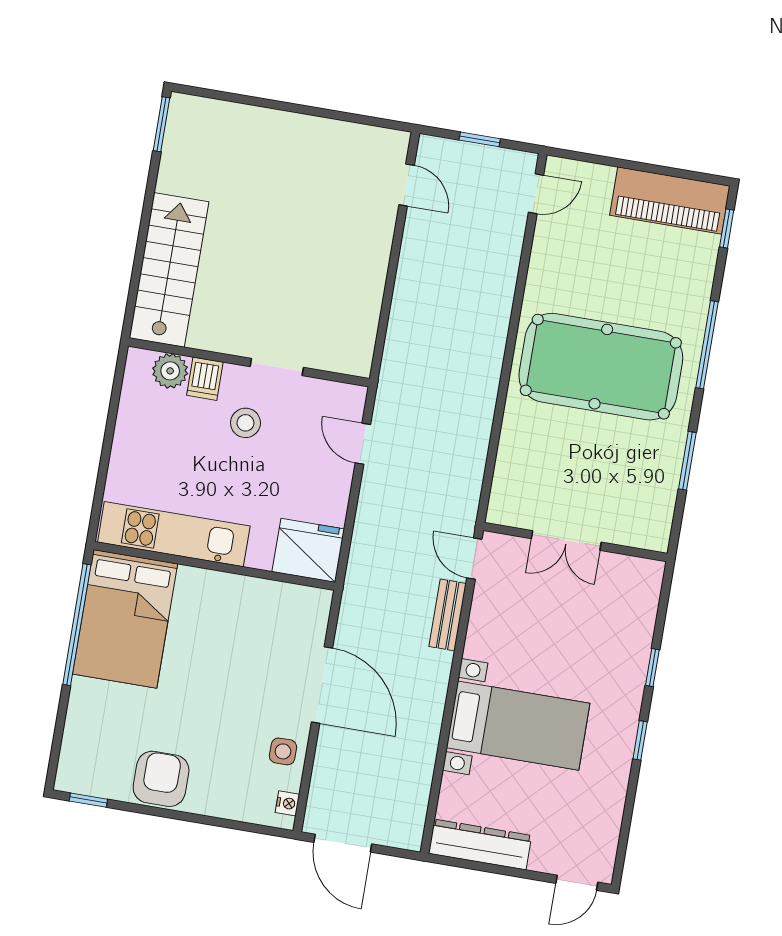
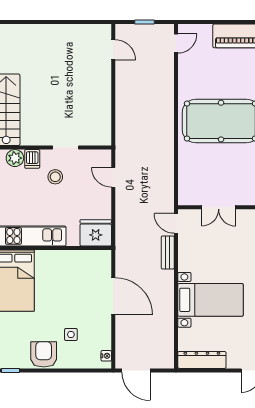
side table: (283, 751) -> (71, 334), moved

